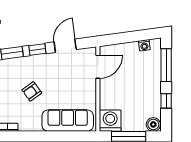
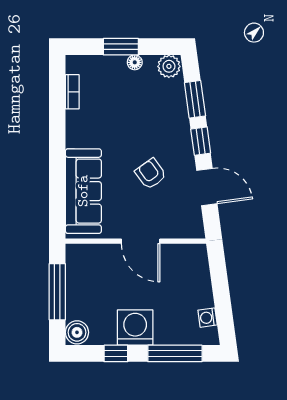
door: (98, 67) -> (141, 241), moved
armchair: (32, 91) -> (151, 174), moved
washing machine: (110, 121) -> (135, 327), moved, turned -90

